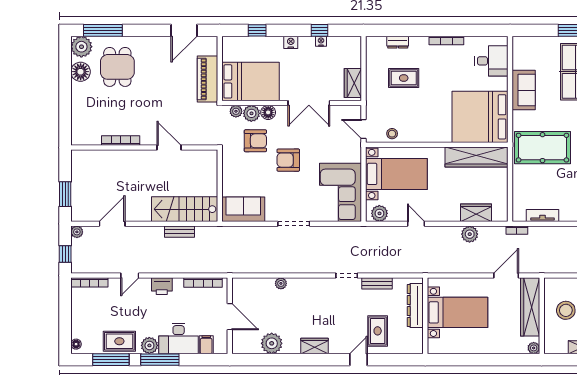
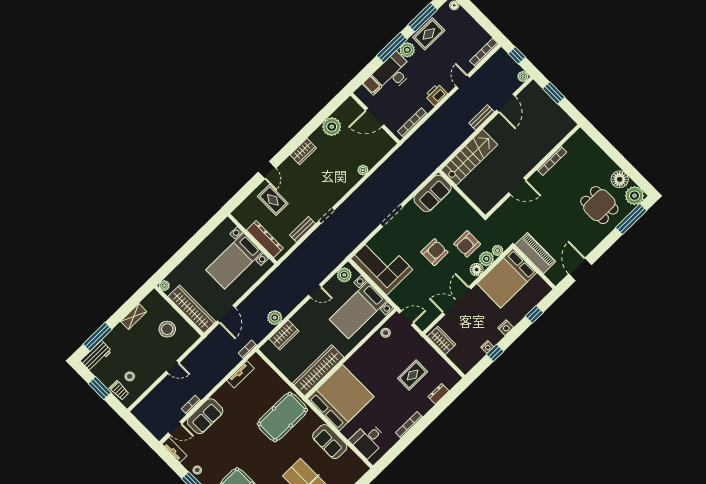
bench: (179, 232) -> (482, 117), moved

